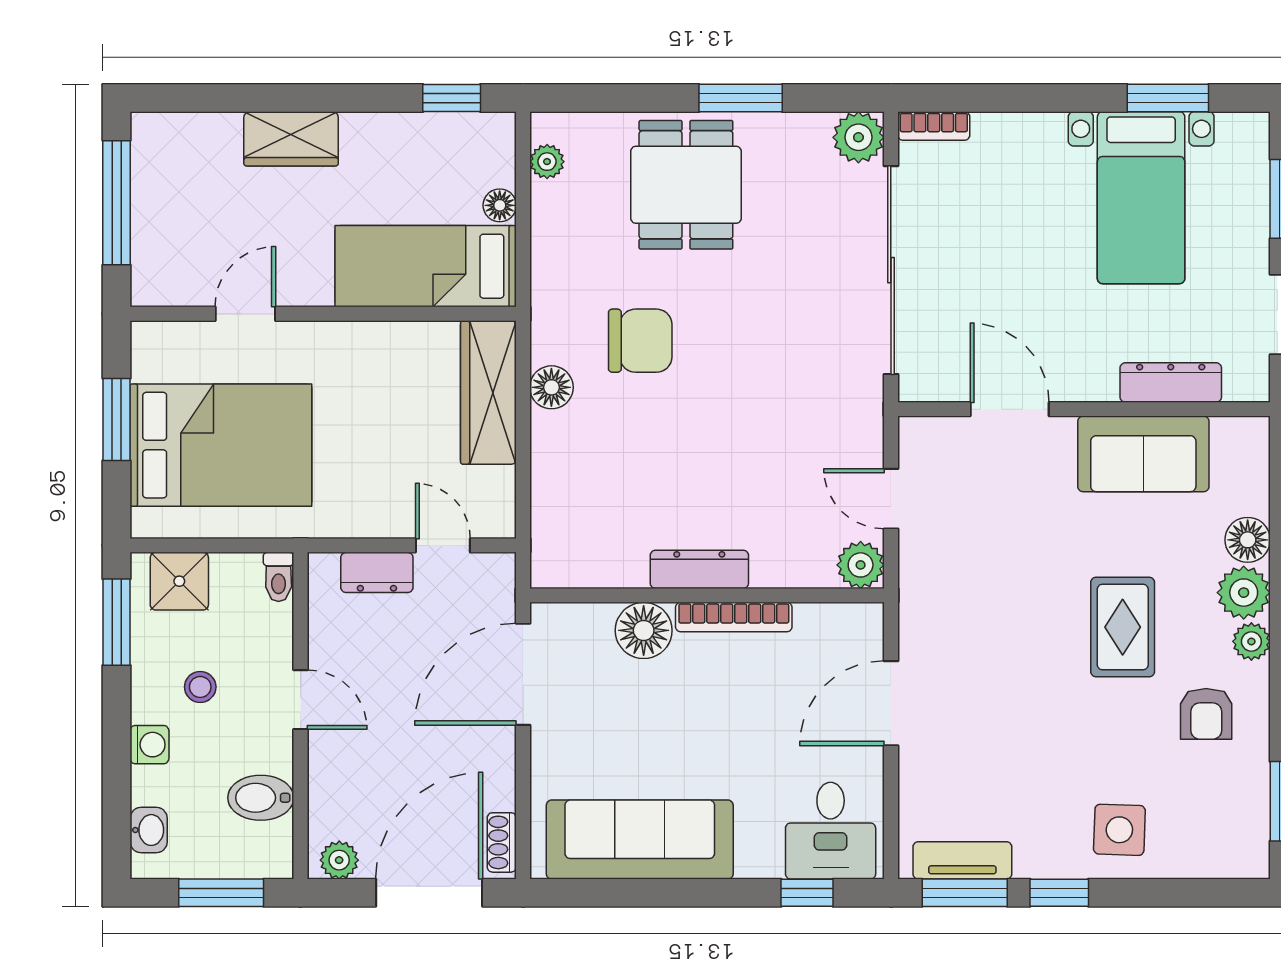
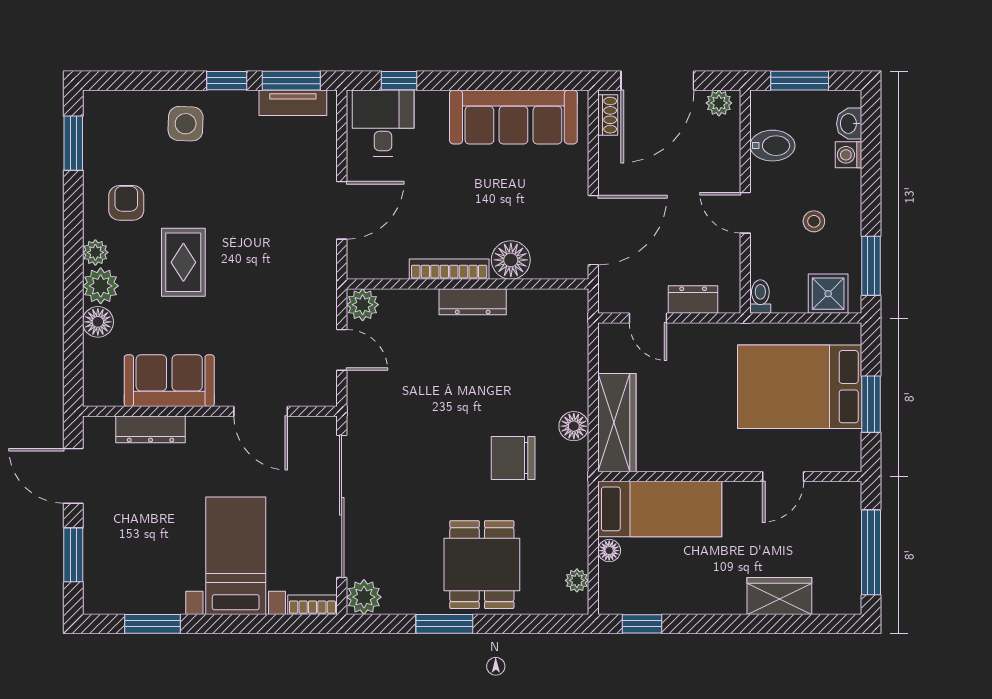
wardrobe: (291, 139) -> (779, 596), moved
bed with nightstands: (1141, 198) -> (236, 556), moved
washing machine: (149, 745) -> (849, 155), moved

